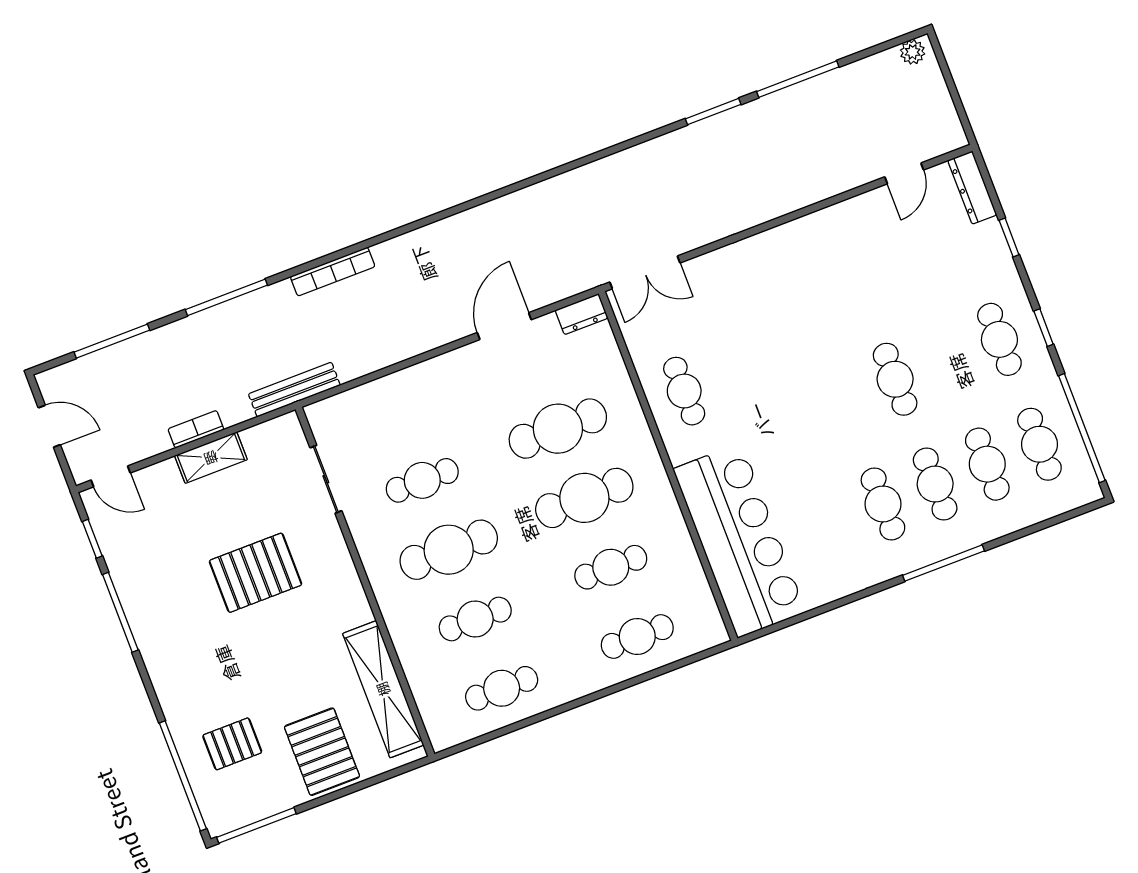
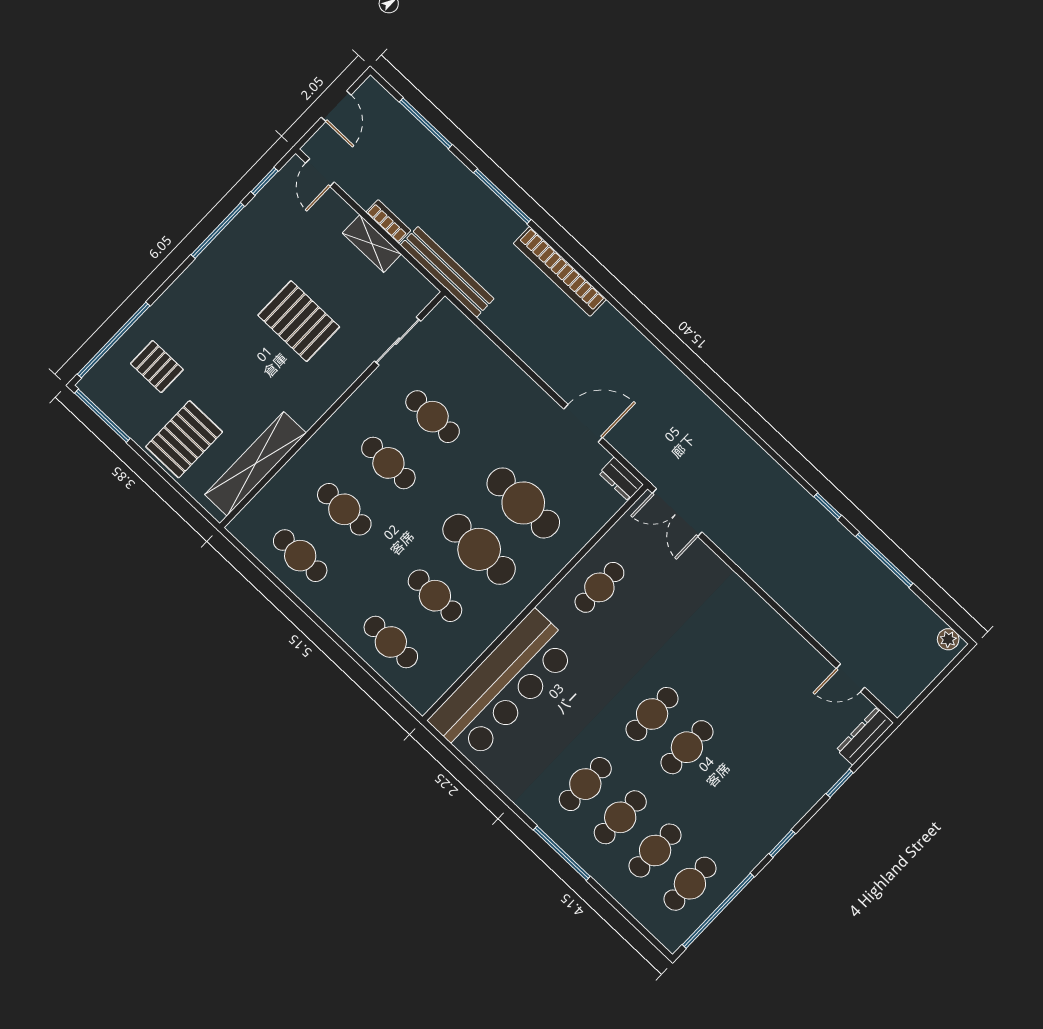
window: (713, 112) -> (828, 506), width x0.67
bookcase: (333, 272) -> (560, 271), width x1.48, depth x1.31
cafe table: (999, 339) -> (652, 714), moved
bench: (294, 390) -> (447, 272), width x1.37, depth x1.21
cafe table: (449, 550) -> (388, 463), width x0.73, depth x0.74

